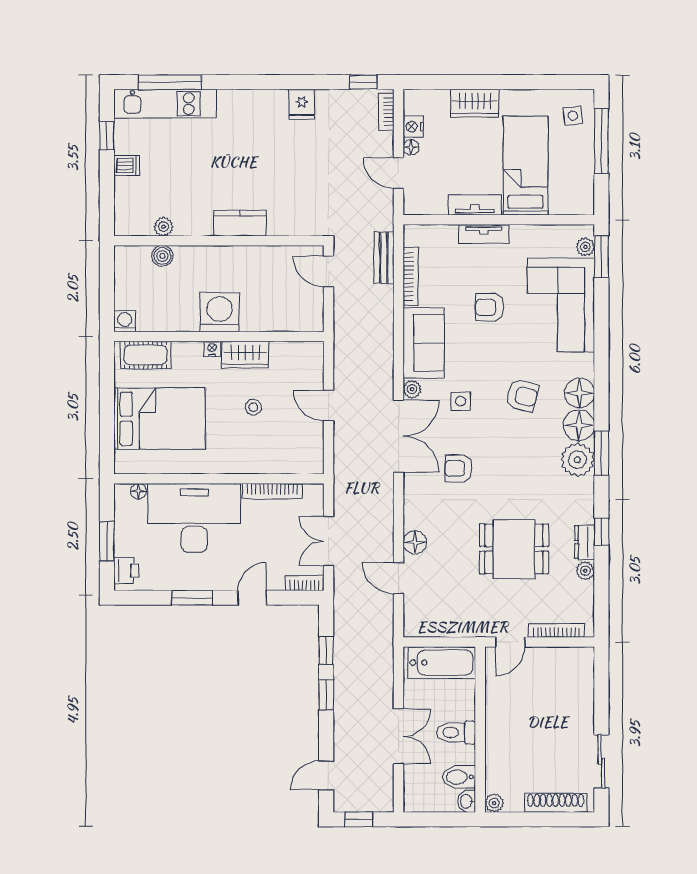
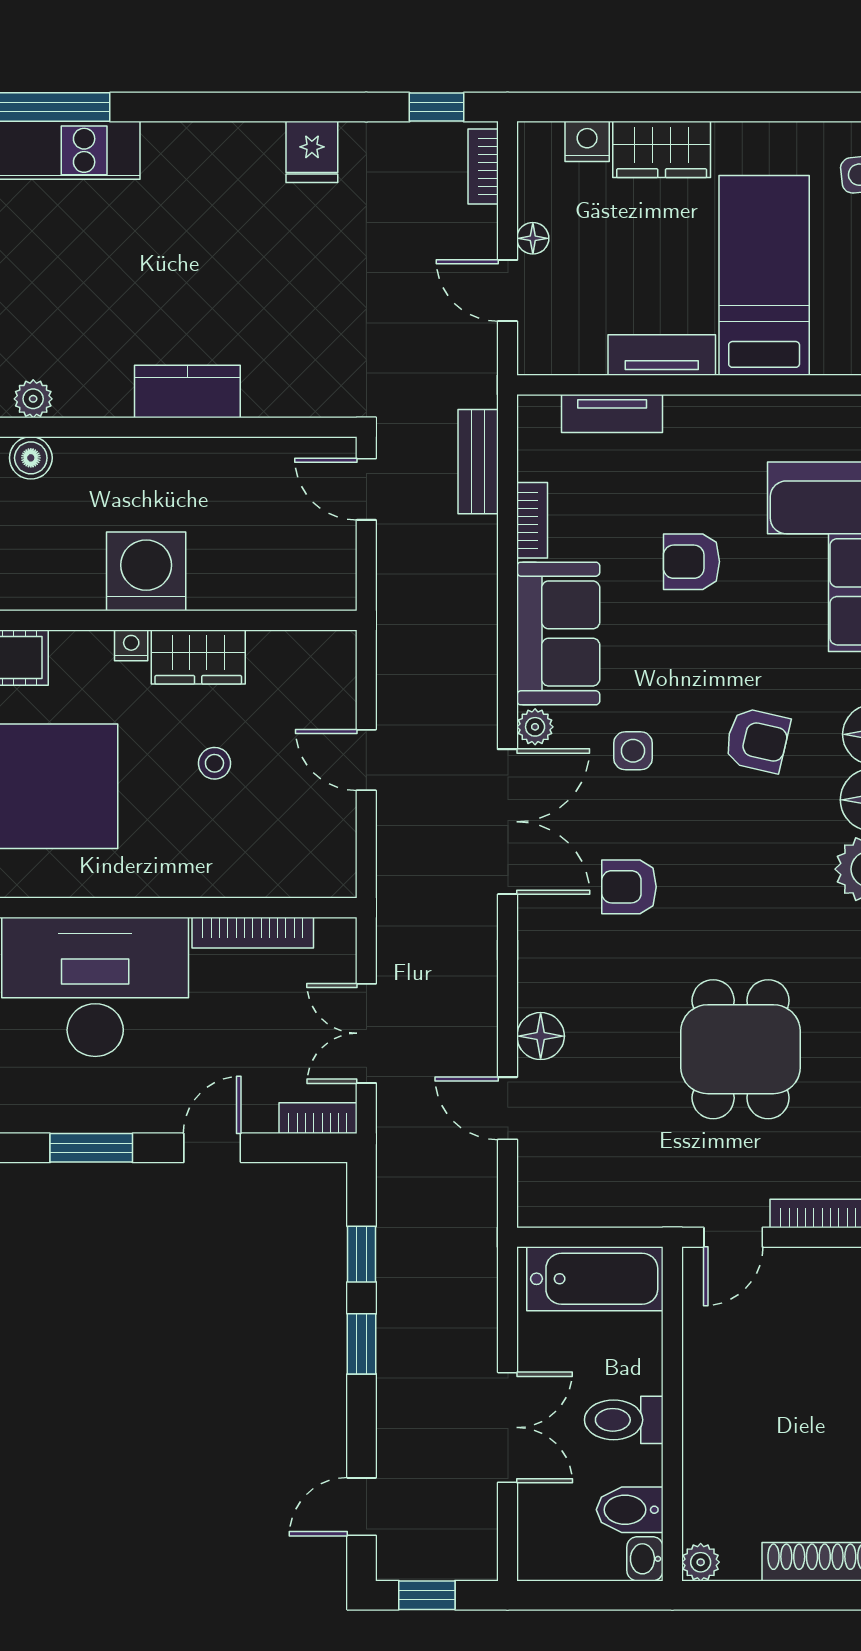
nightstand: (413, 127) -> (587, 141), moved, turned 90
tv unit: (484, 234) -> (612, 414), moved
bookcase: (411, 276) -> (532, 520), width x0.64
dining table: (514, 549) -> (741, 1049), turned 90

